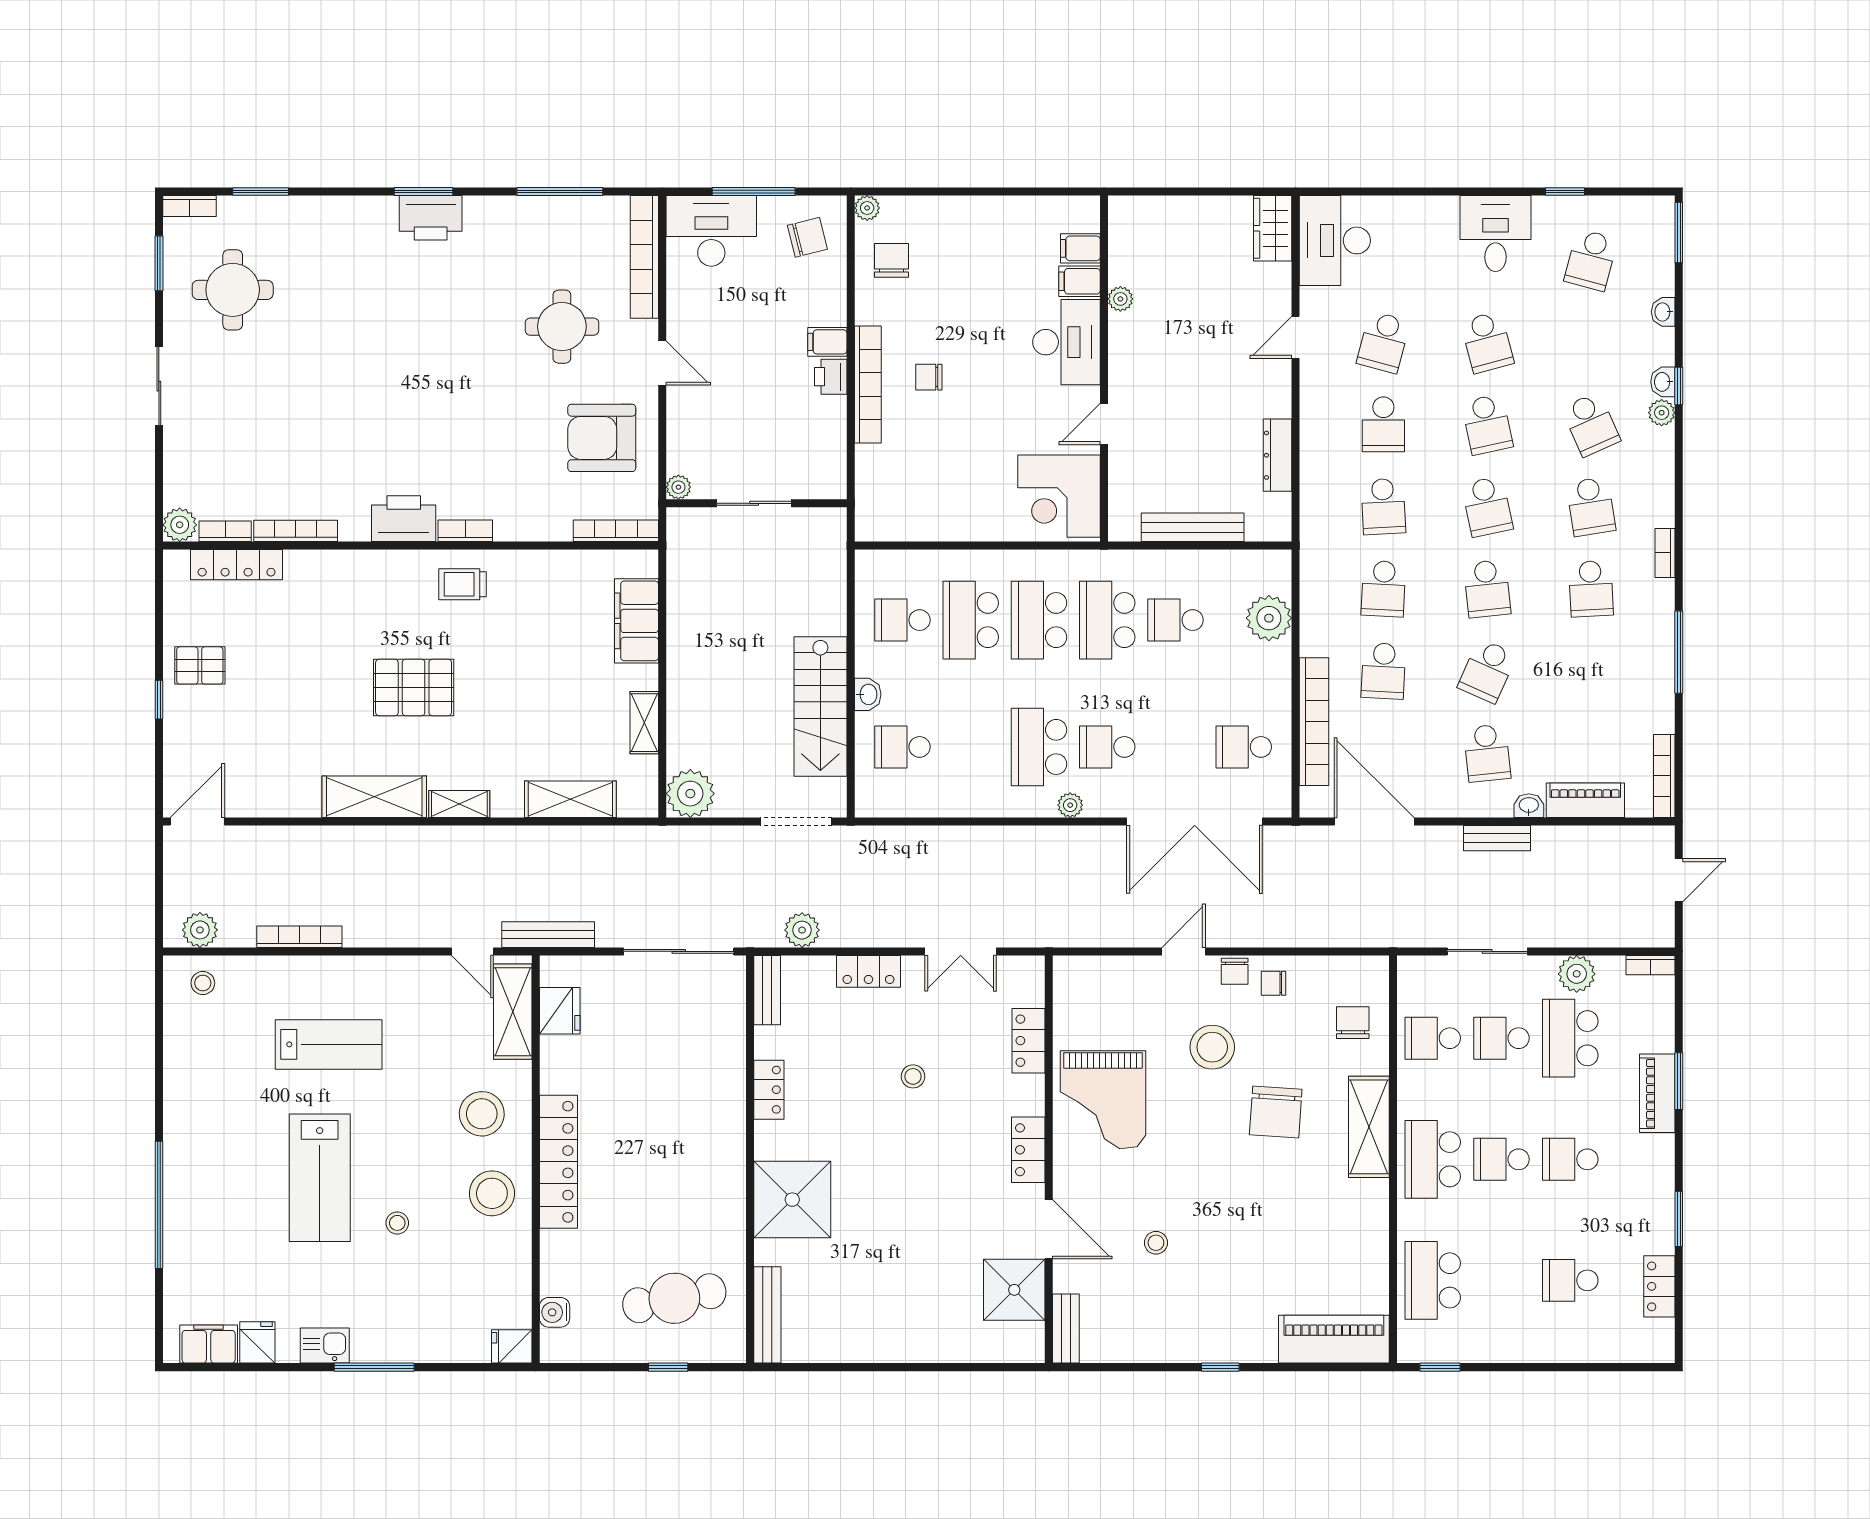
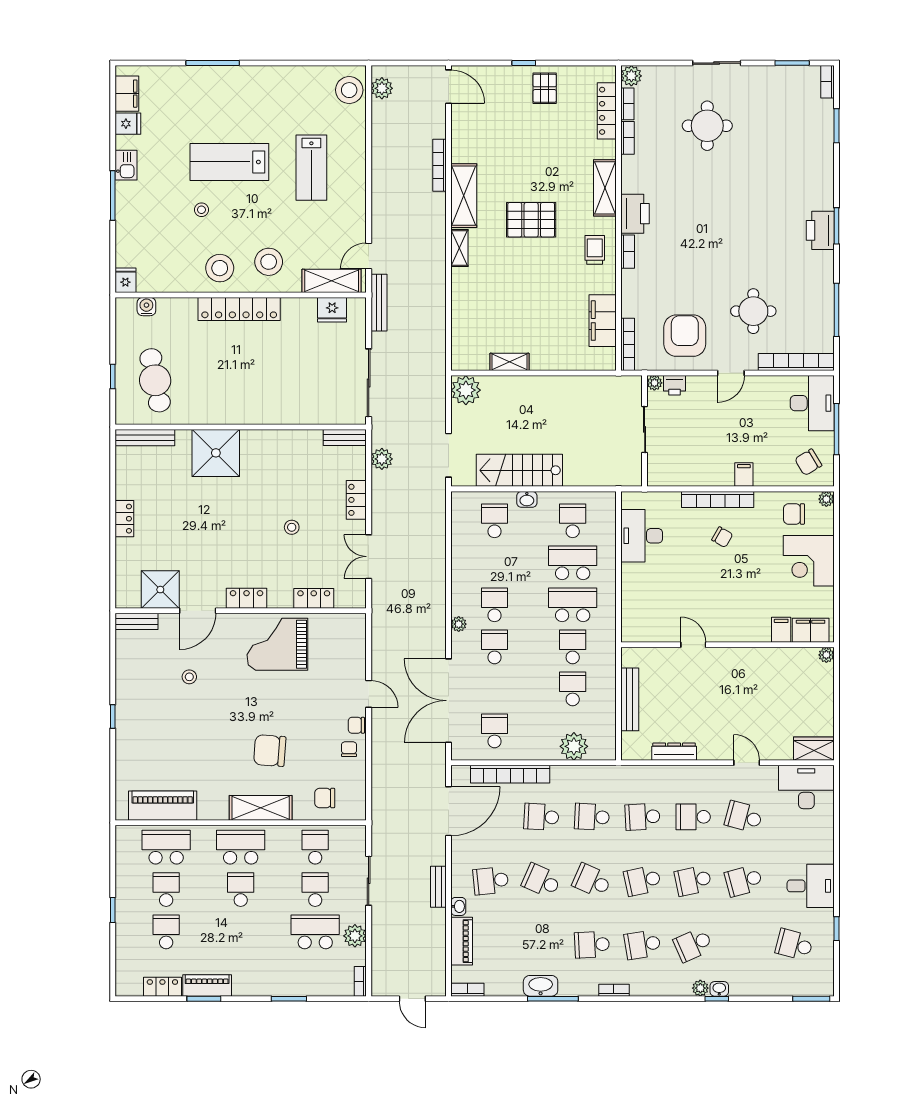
chair: (807, 237) -> (808, 462), turned 73
filing cabinet: (1080, 248) -> (811, 630), width x2.00
chair: (891, 260) -> (794, 514), turned 180
round table: (233, 290) -> (707, 126), moved
plant: (1120, 299) -> (826, 655), moved
washbasin: (1663, 312) -> (541, 986), moved, width x1.91, depth x1.45
desk: (1066, 342) -> (642, 536), moved, turned 90
printer: (831, 377) -> (674, 385), moved, turned 180
chair: (929, 377) -> (722, 537), turned 120
corner desk: (1059, 496) -> (809, 561), moved, turned -90
bookcase: (296, 531) -> (628, 138), width x0.64
school desk: (1487, 589) -> (592, 881), turned 30
school desk: (1107, 620) -> (573, 647), width x0.54
filing cabinet: (637, 621) -> (603, 321), moved, turned -90
pallet: (414, 687) -> (531, 220), turned 90
school desk: (1039, 747) -> (495, 605), width x0.54
bookcase: (1664, 776) -> (467, 990), width x0.64
shelving: (570, 799) -> (605, 188), moved
bookcase: (299, 937) -> (440, 165), moved, turned 180
stool: (203, 983) -> (349, 90), width x1.89, depth x1.89
chair: (1353, 1023) -> (325, 798), turned 180
stool: (1212, 1047) -> (310, 711), removed
locker: (769, 1090) -> (124, 519), moved, turned -90
piano: (1657, 1093) -> (207, 985), moved
school desk: (1570, 1159) -> (166, 890), moved
window: (159, 1205) -> (213, 63), width x0.68
piano: (1334, 1339) -> (163, 806), moved, turned -90
window: (1440, 1367) -> (113, 910), moved

